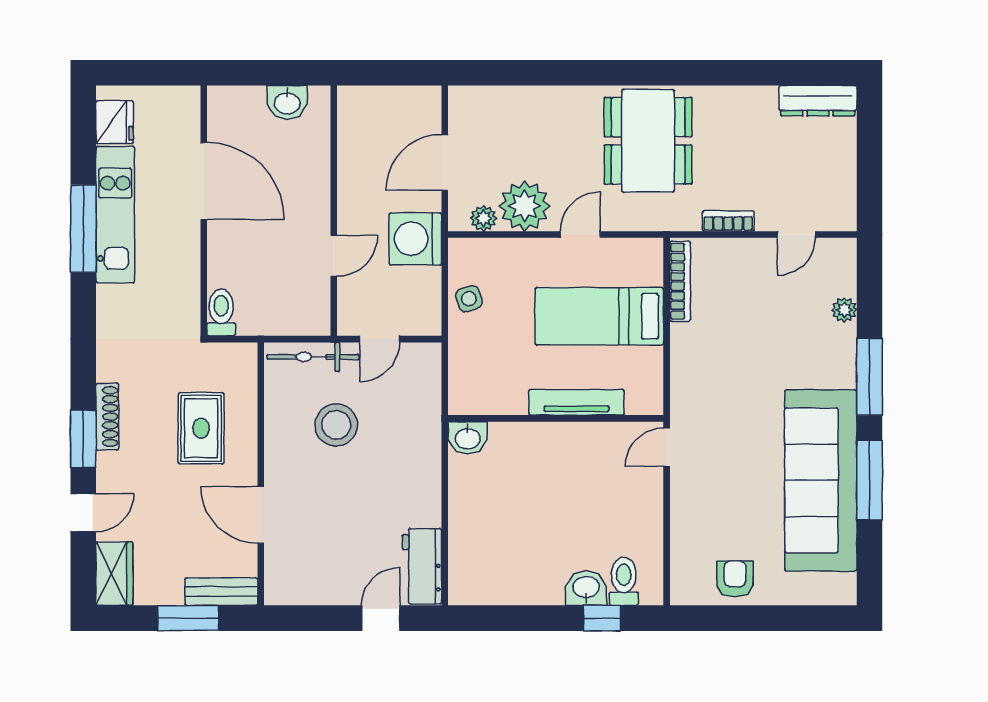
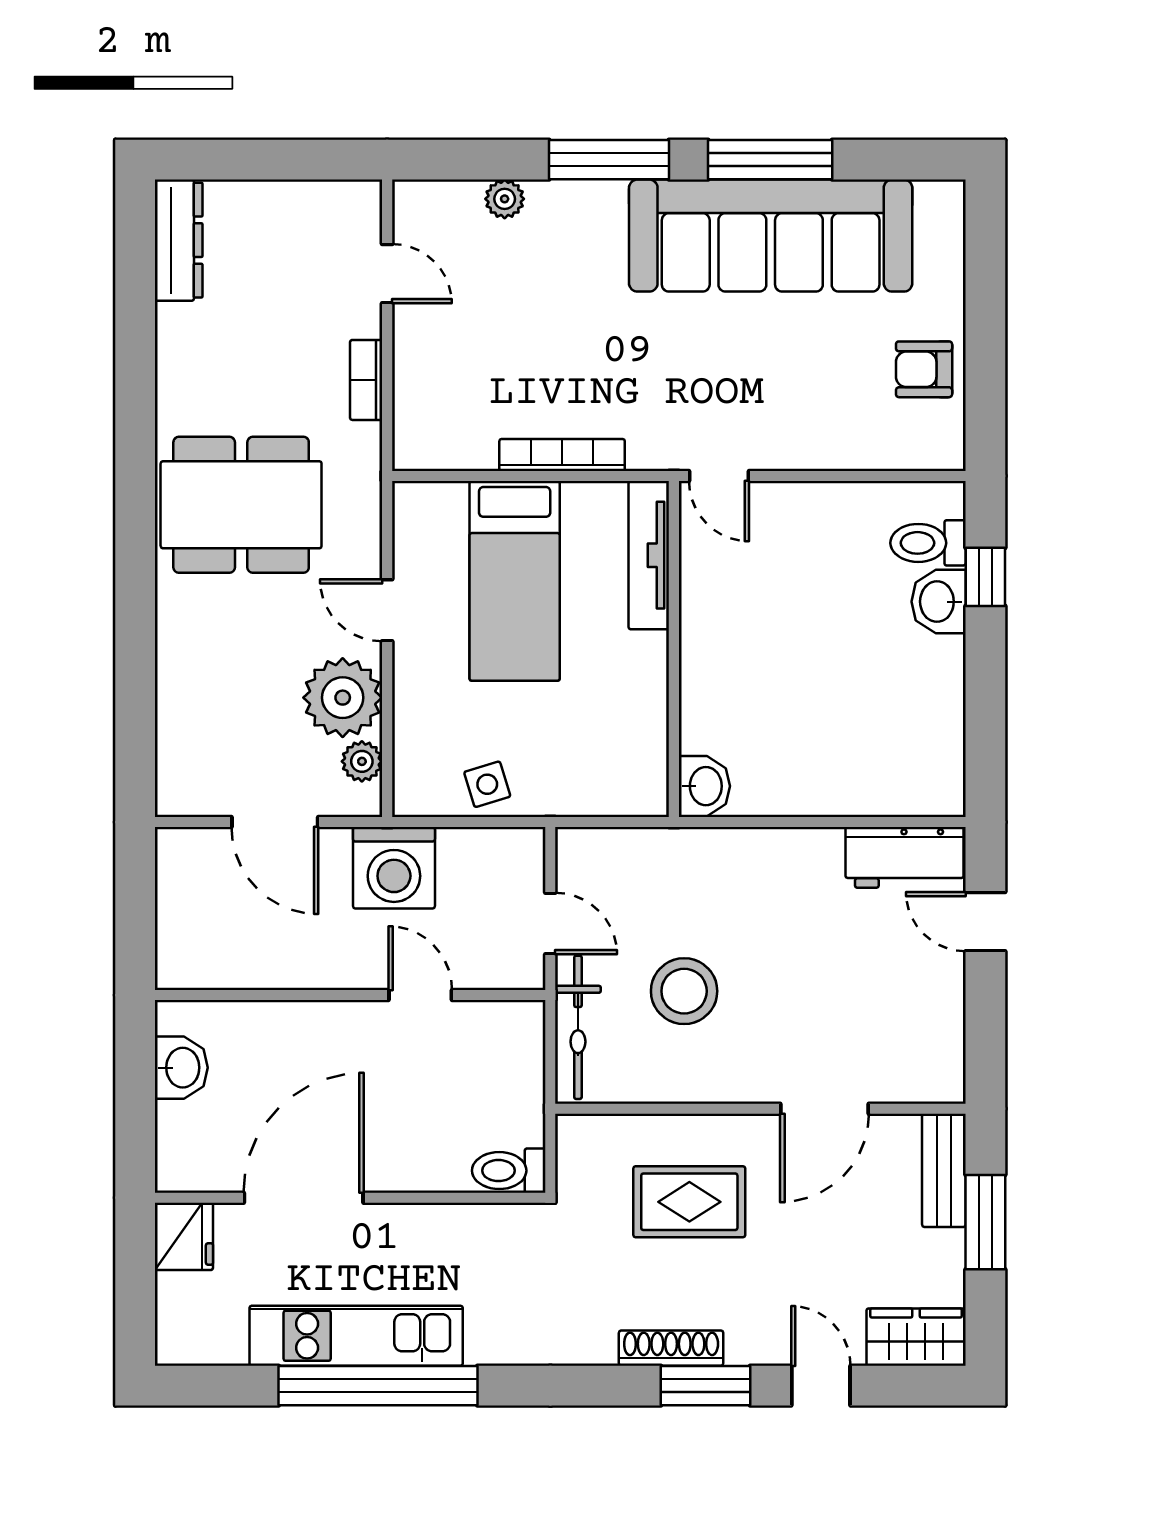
fridge: (115, 122) -> (184, 1236), moved, turned 90
window: (83, 229) -> (378, 1386), width x1.46
bookcase: (680, 281) -> (562, 455), moved
tv unit: (577, 402) -> (649, 555), moved

